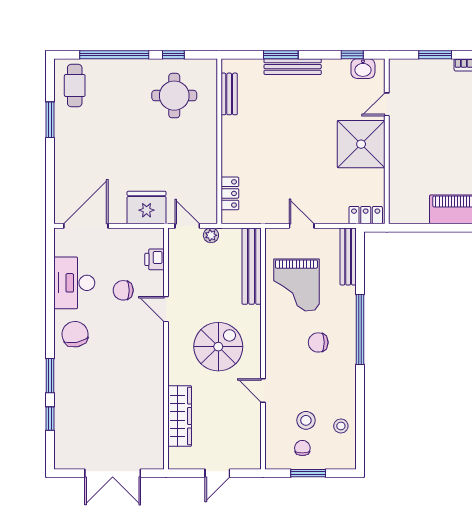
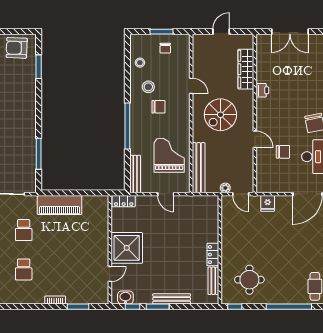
window: (173, 55) -> (235, 307), moved
window: (281, 55) -> (158, 307), moved
locker: (230, 193) -> (213, 255), moved
fridge: (147, 208) -> (268, 203), width x0.53, depth x0.75
printer: (155, 259) -> (262, 90), moved
chair: (318, 342) -> (158, 107), moved
stool: (306, 420) -> (148, 87), moved
double door: (113, 473) -> (290, 32), swing flipped

